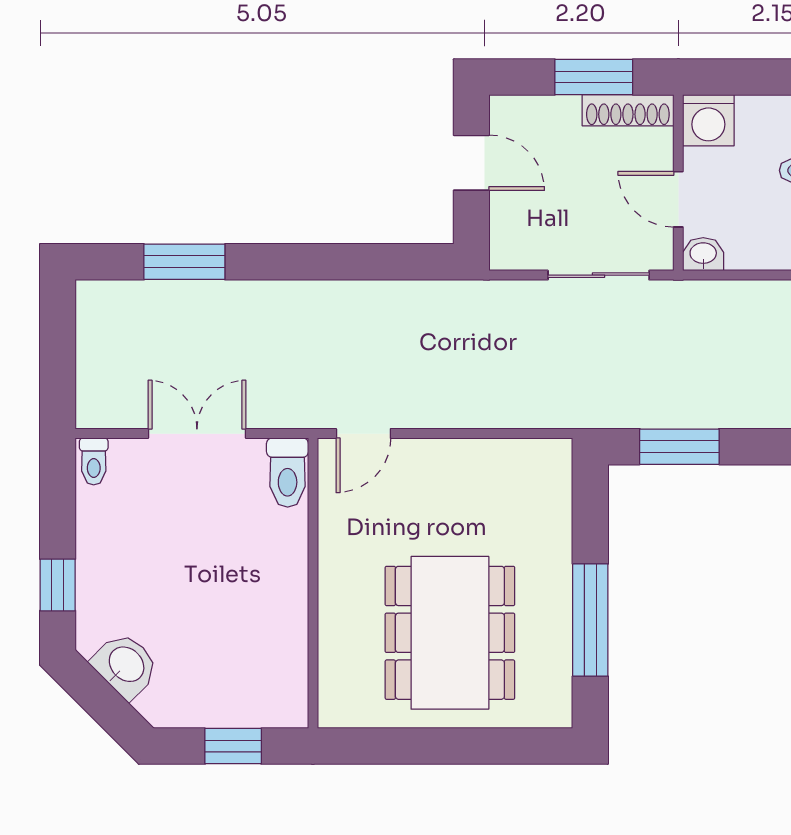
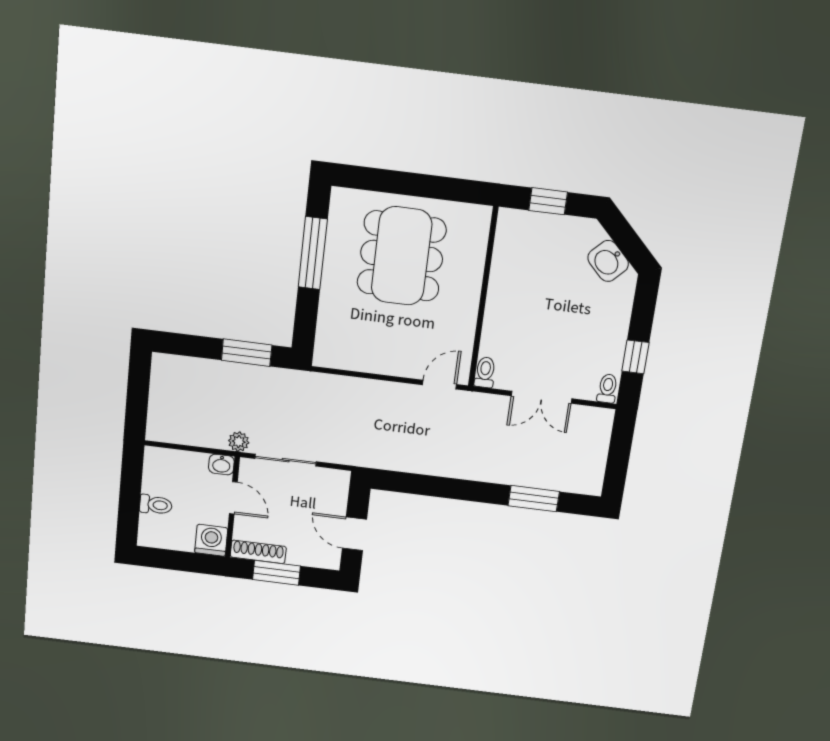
plant: (678, 297) -> (239, 442), added
toilet: (288, 473) -> (485, 372), width x0.73, depth x0.72
window: (58, 585) -> (635, 357), moved

